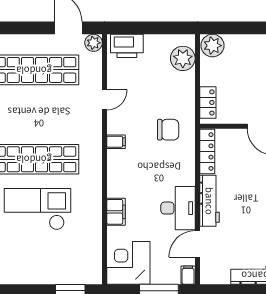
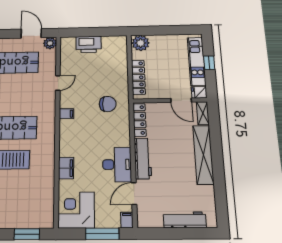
printer: (127, 46) -> (89, 44), moved
plant: (183, 58) -> (118, 52), removed
locker: (208, 102) -> (138, 77), width x1.53

